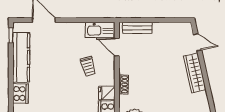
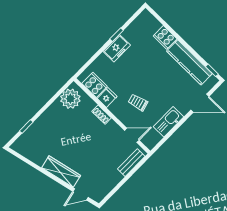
kitchen sink: (100, 30) -> (169, 122), moved

